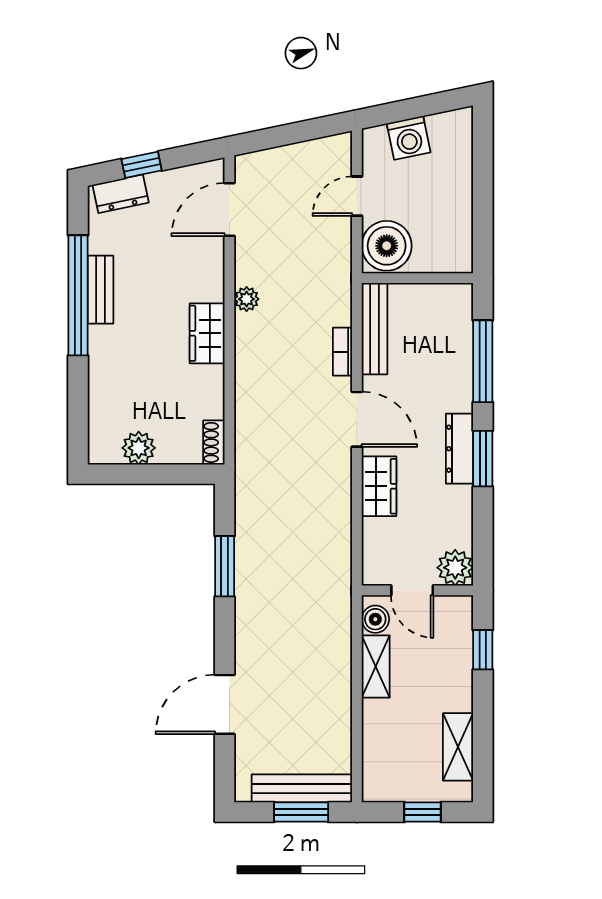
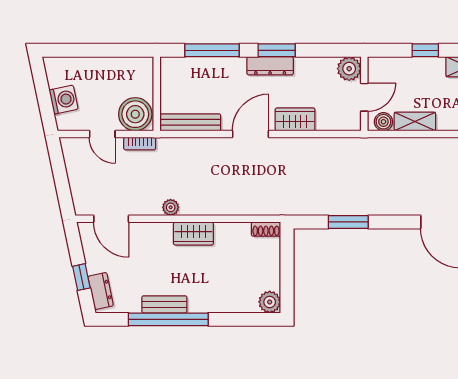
bookcase: (342, 352) -> (140, 144), moved
plant: (139, 448) -> (270, 302), moved
window: (483, 650) -> (425, 50), moved

